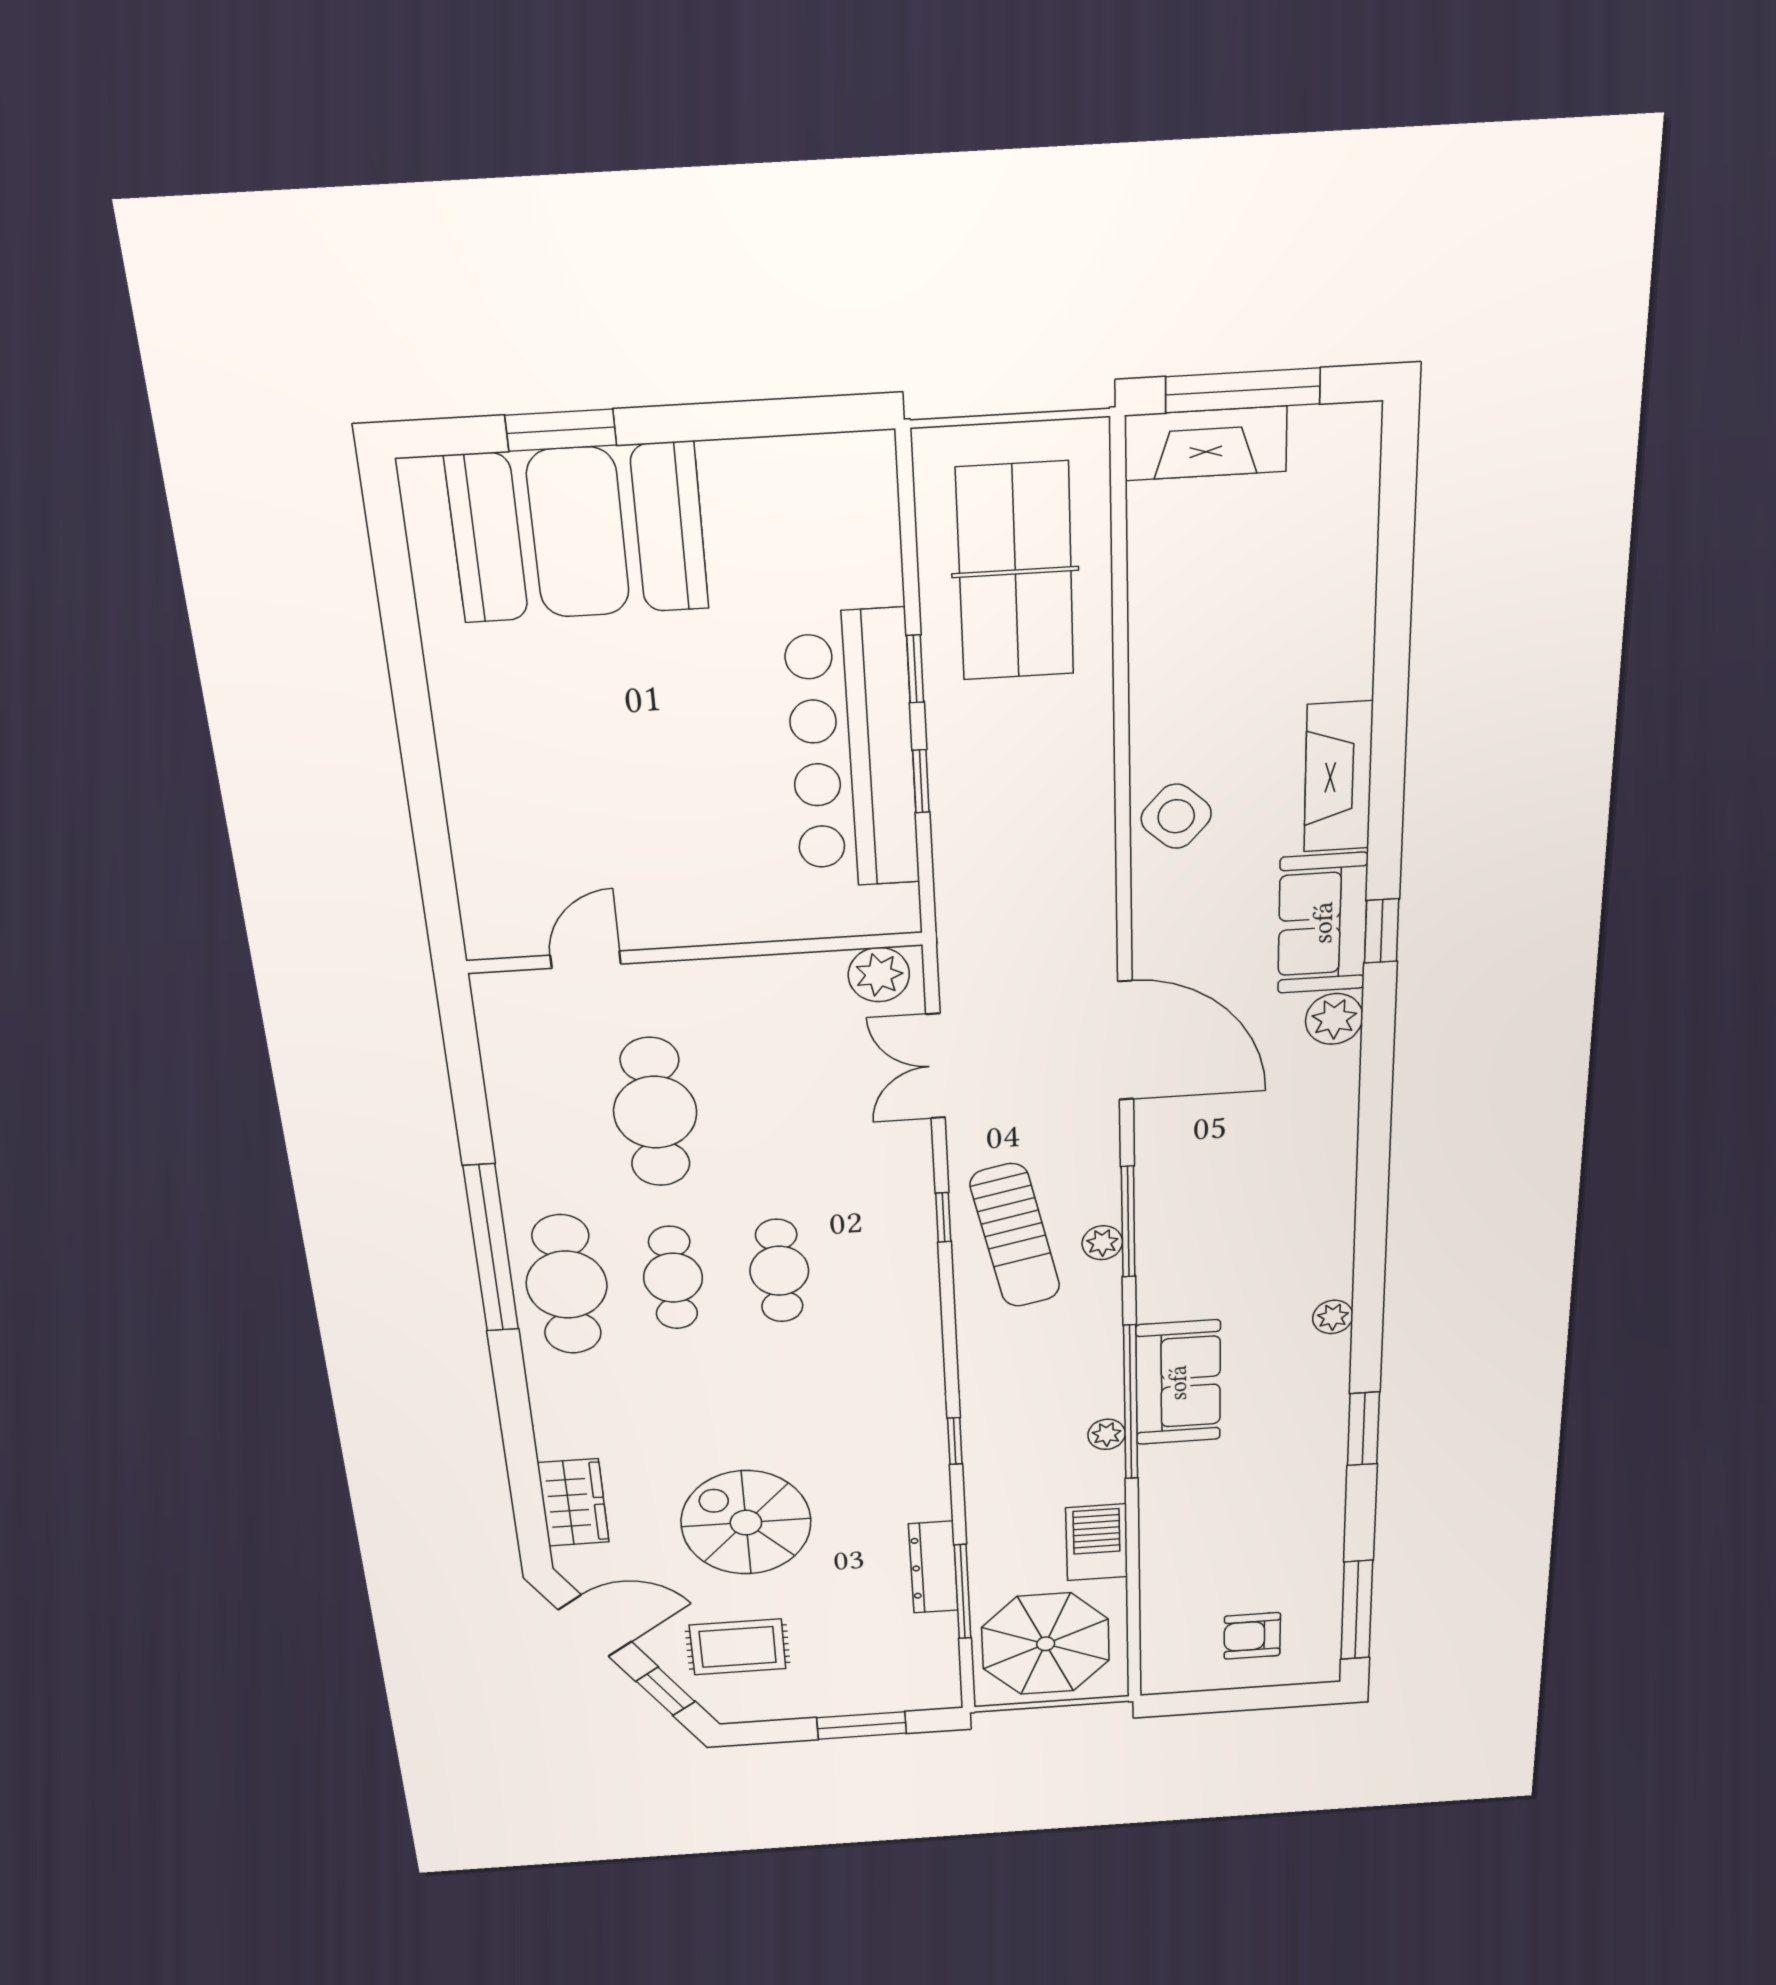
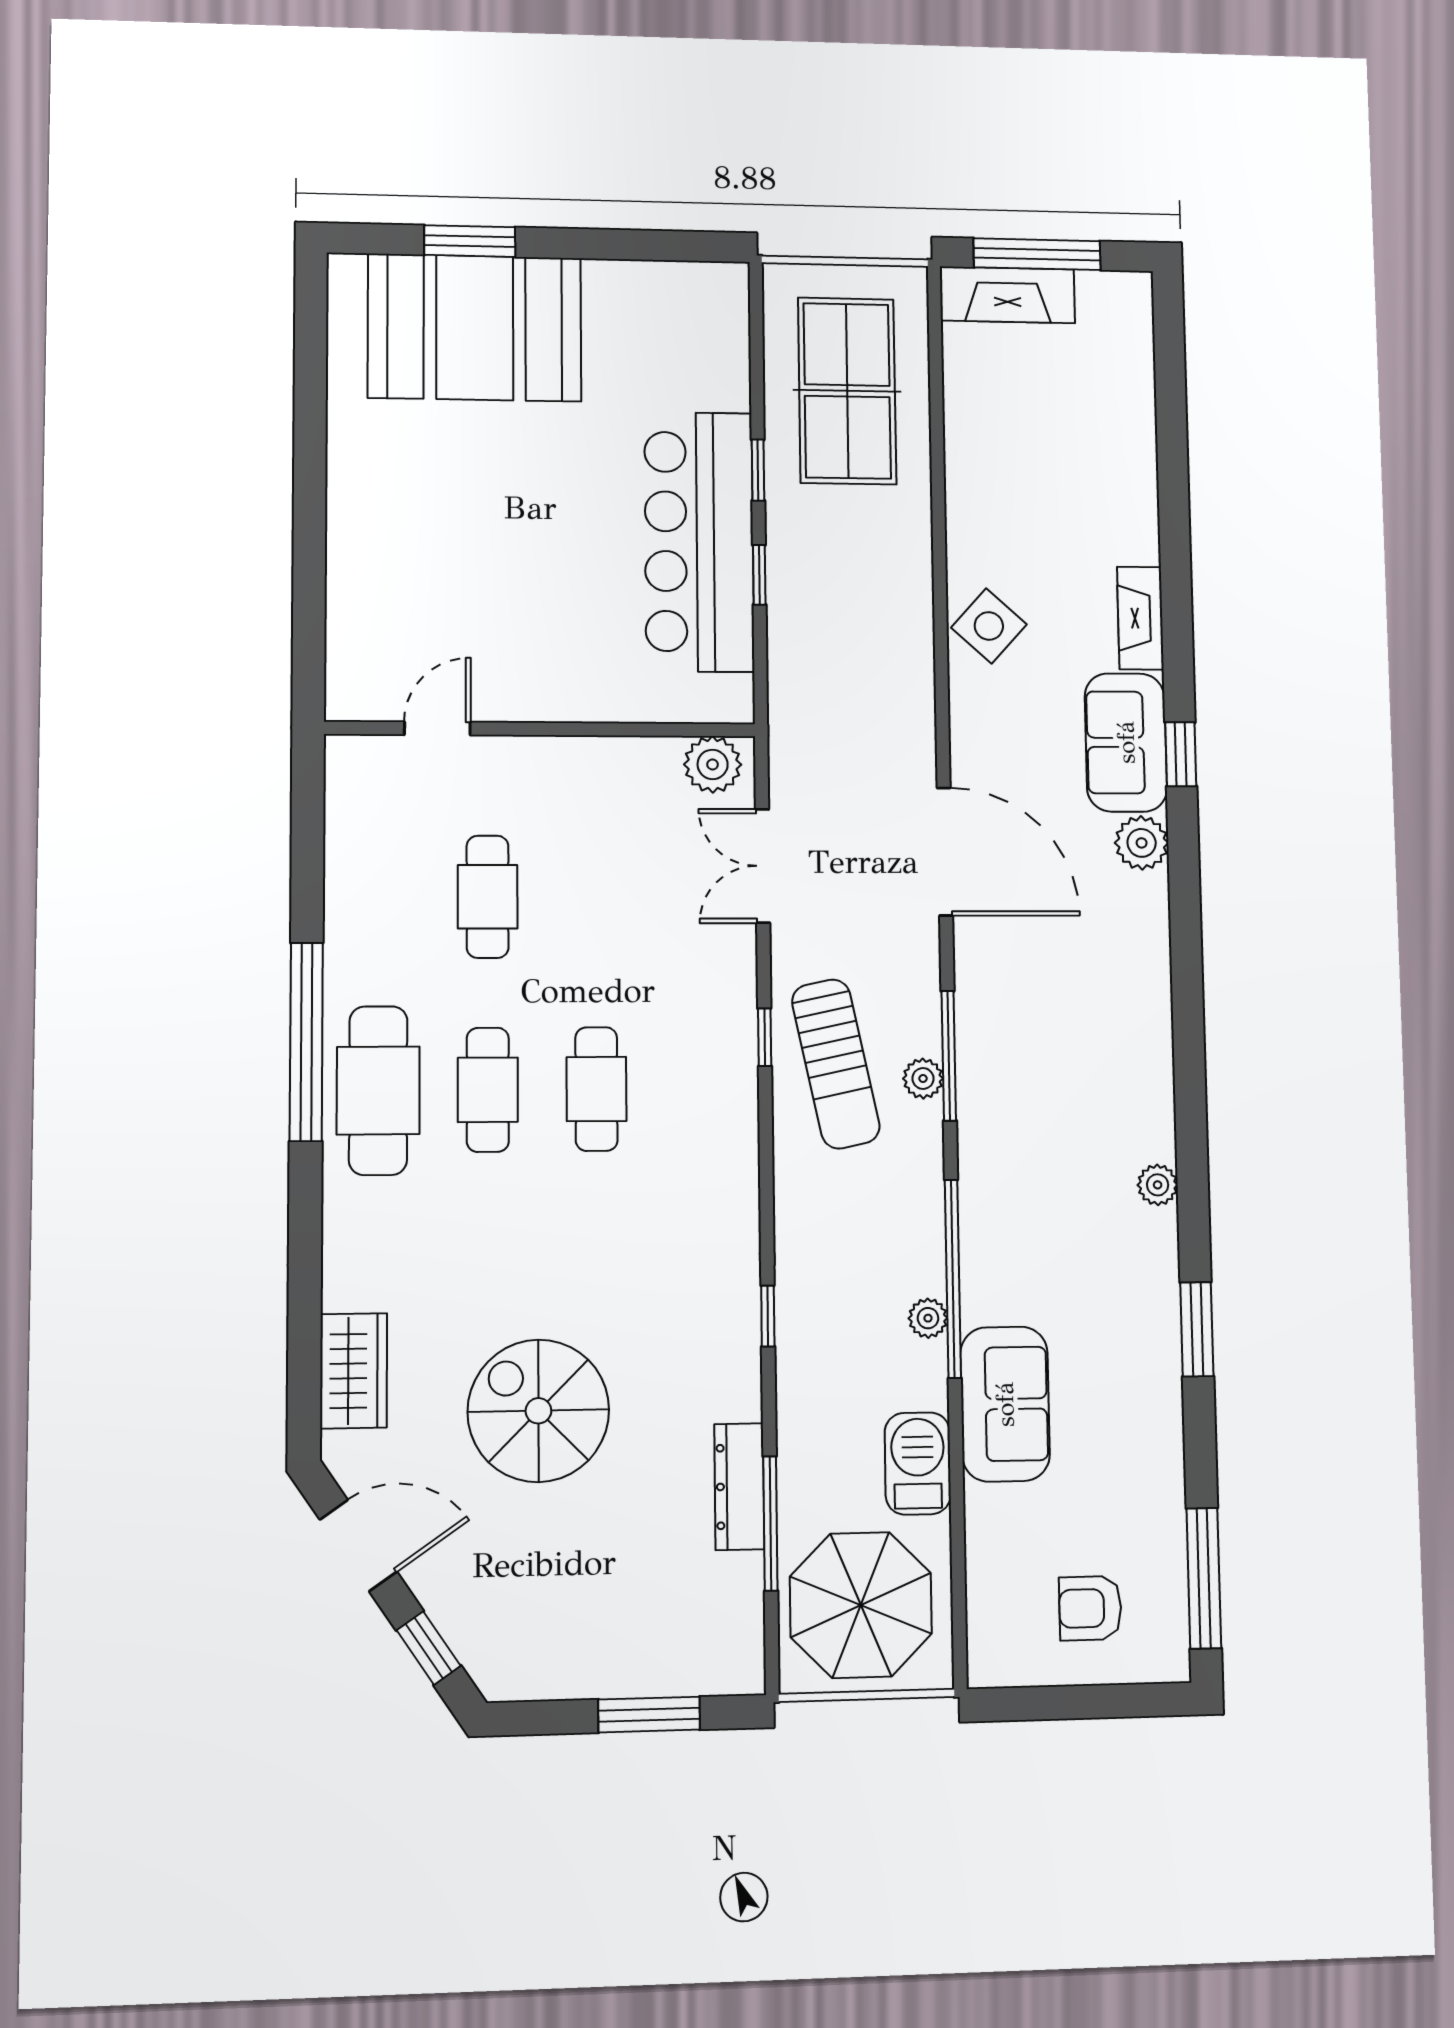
fireplace: (1338, 777) -> (1140, 618), width x0.73, depth x0.76
cafe table: (655, 1112) -> (488, 897), width x0.73, depth x0.74
sofa: (1178, 1383) -> (1005, 1404), moved
rug: (738, 1647) -> (516, 1587), removed

